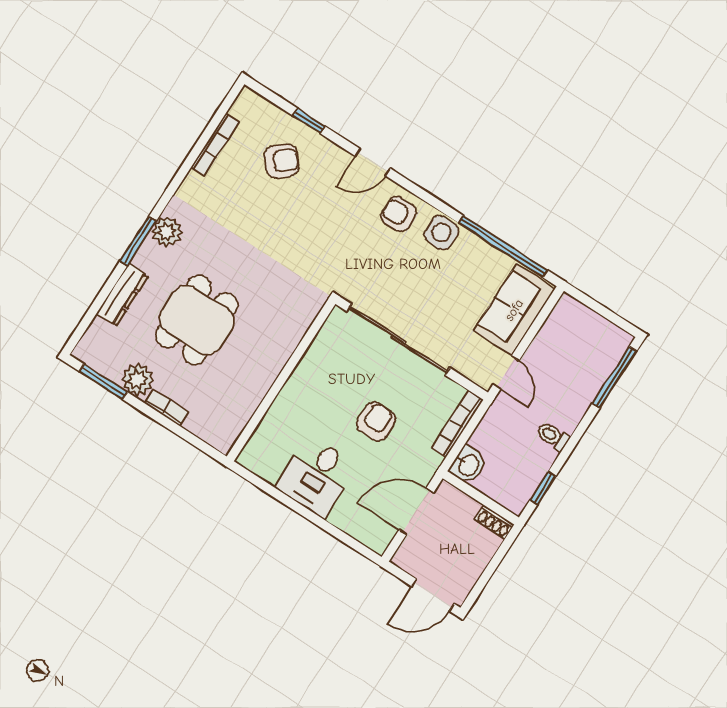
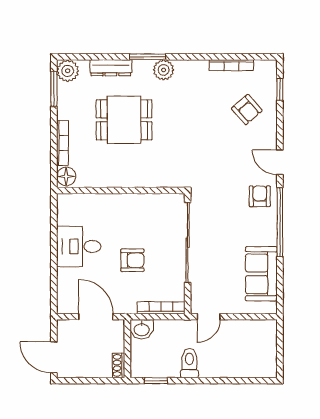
window: (309, 121) -> (280, 89), moved
side table: (441, 233) -> (265, 228), removed
window: (503, 246) -> (280, 222), moved
sofa: (514, 310) -> (261, 274), moved, turned -90
window: (615, 377) -> (246, 381), removed
plant: (137, 380) -> (68, 71), moved
bookcase: (166, 408) -> (63, 143), width x1.56
floor lamp: (220, 436) -> (66, 176), added
toilet: (553, 436) -> (189, 363), width x1.37, depth x1.39

